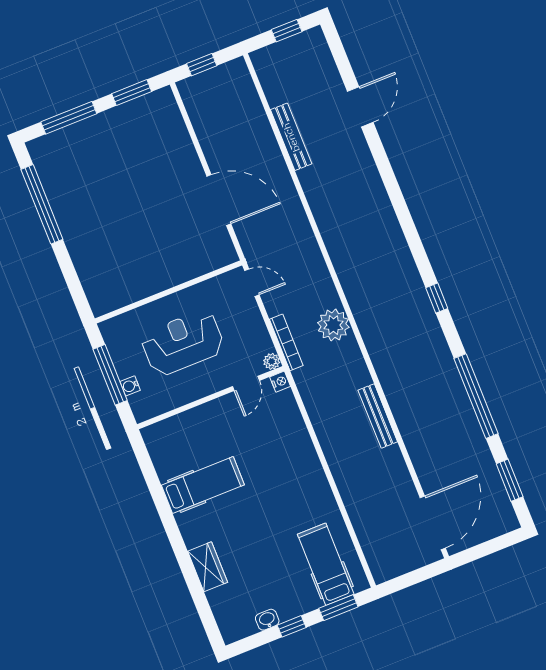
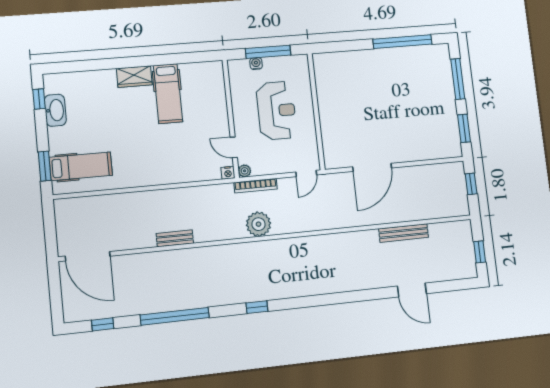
bench: (378, 416) -> (175, 238), width x0.73
window: (510, 480) -> (103, 324), width x0.67
wardrobe: (208, 567) -> (134, 77), moved
washbasin: (267, 620) -> (55, 110), width x1.91, depth x1.45
window: (292, 626) -> (39, 99), moved

